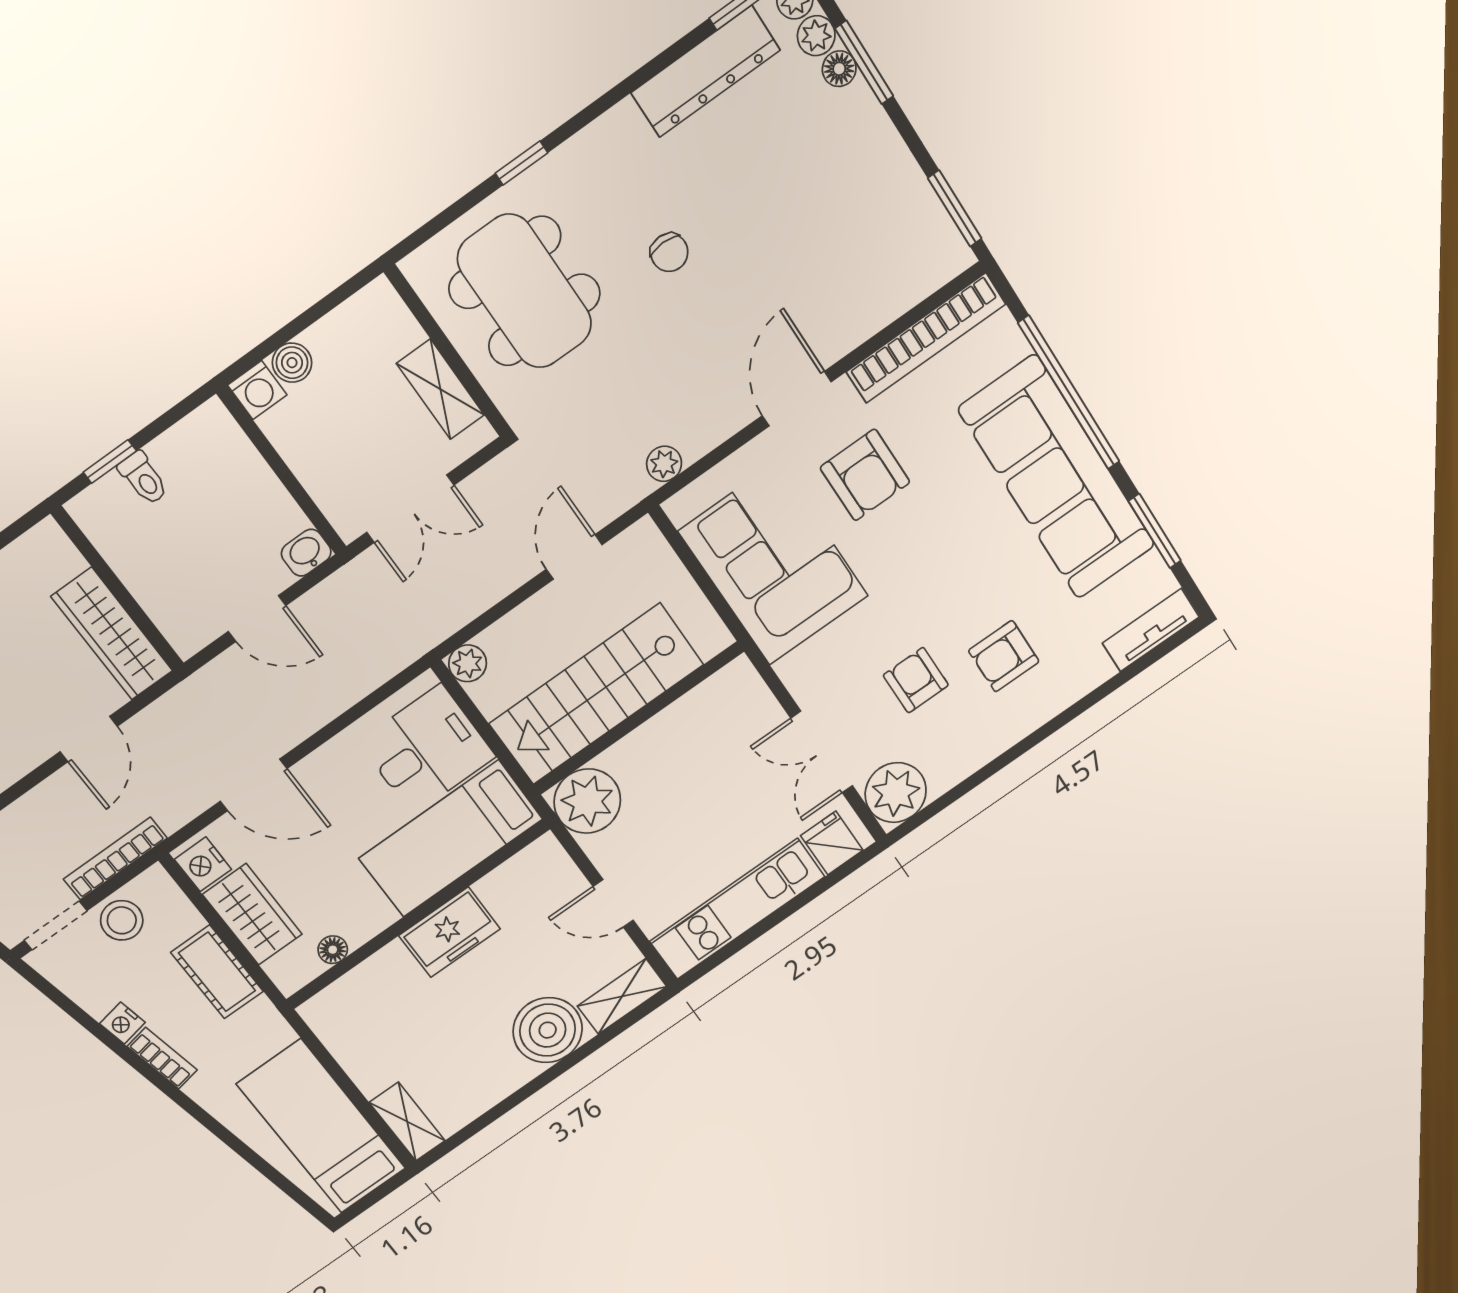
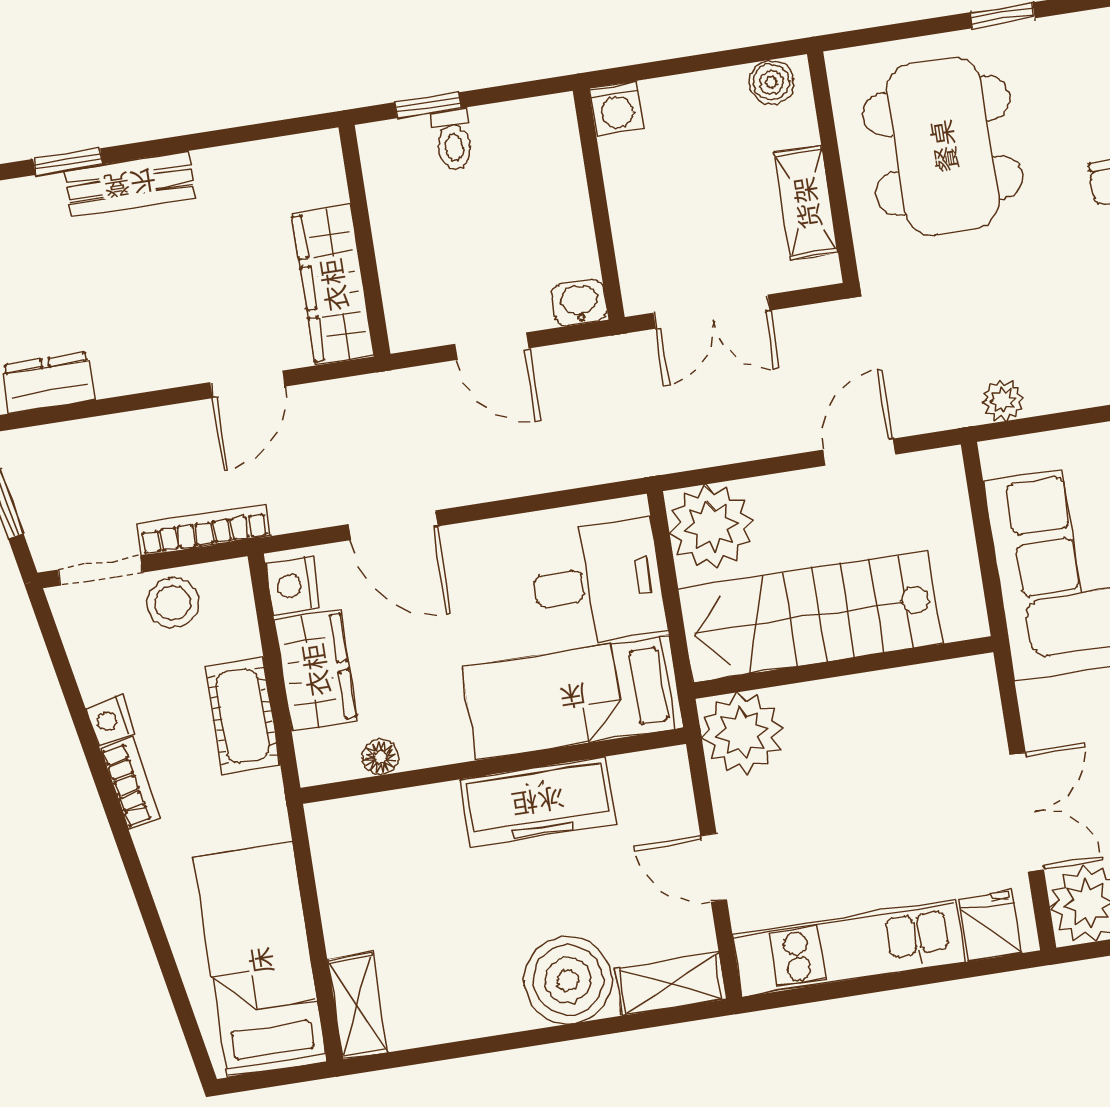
boiler: (292, 363) -> (771, 82), moved
plant: (468, 663) -> (711, 526), width x1.87, depth x1.87
double door: (822, 752) -> (1027, 812), swing flipped
freezer: (450, 932) -> (538, 802), width x1.40

